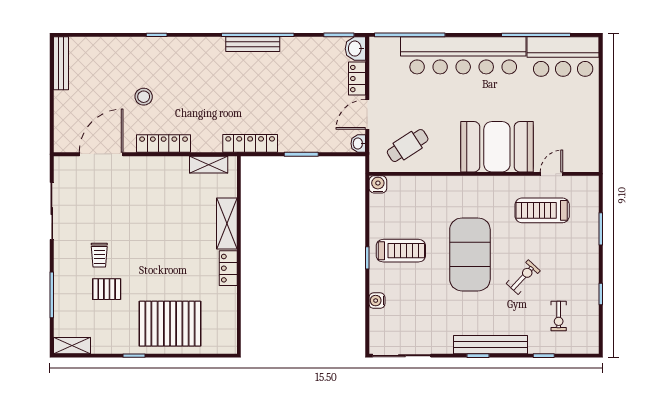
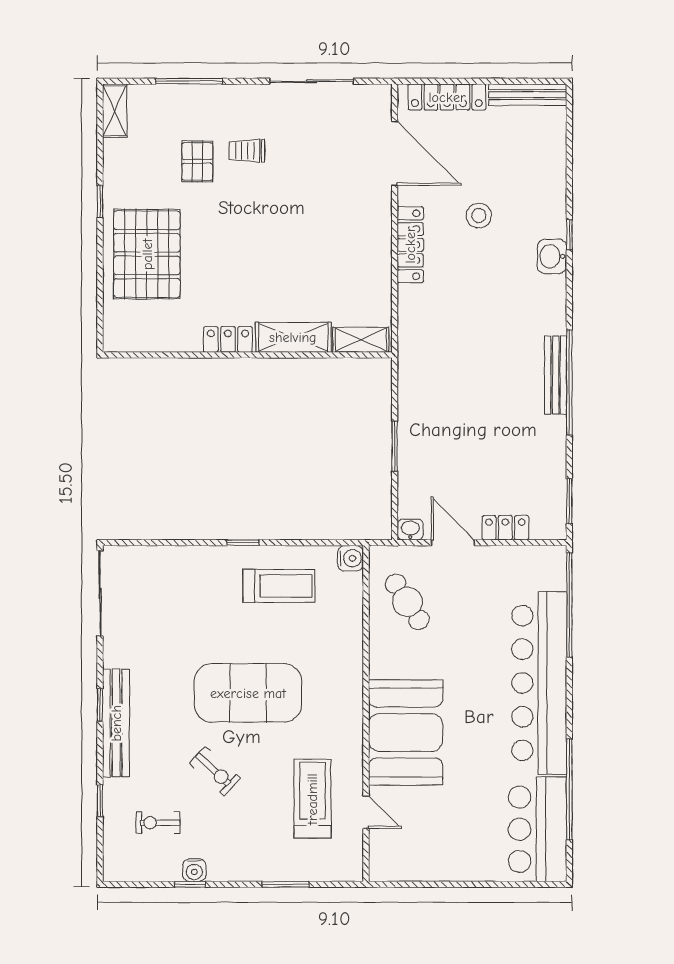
washbasin: (355, 49) -> (552, 256), moved, turned -90
locker: (250, 143) -> (447, 97), moved, turned 90
shelving: (209, 165) -> (361, 340), moved, turned 90
treadmill: (401, 251) -> (279, 586), moved, turned -90
water cooler: (377, 301) -> (194, 870), moved, turned 180

